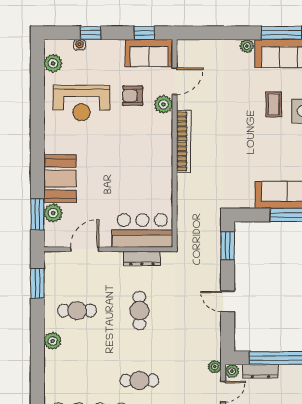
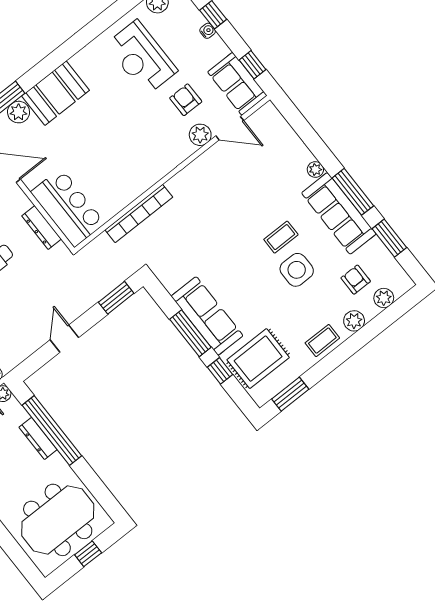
water cooler: (80, 45) -> (208, 31), moved
bookcase: (184, 141) -> (139, 214), moved
dresser: (260, 371) -> (38, 438), moved

